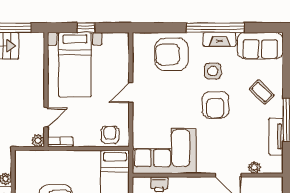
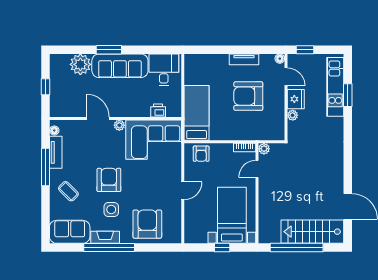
armchair: (171, 54) -> (147, 224), turned -90
floor lamp: (278, 161) -> (54, 130), added
plant: (254, 167) -> (119, 125), moved

